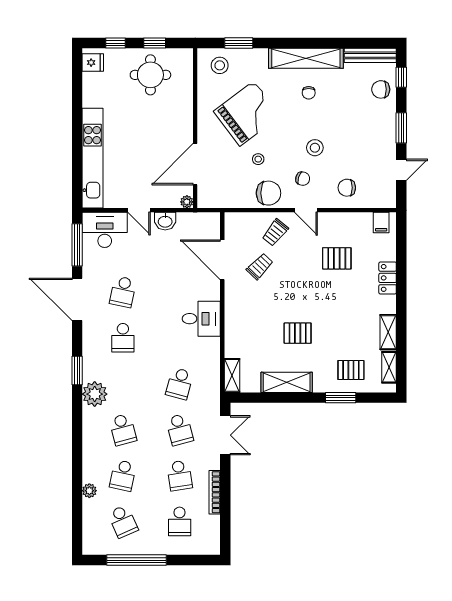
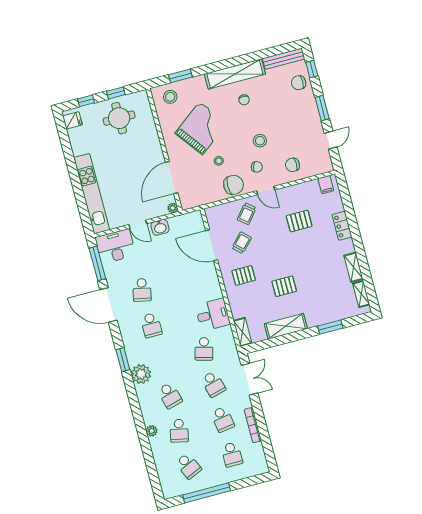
desk: (201, 319) -> (213, 315), moved
pallet: (351, 370) -> (244, 275), moved
plant: (89, 491) -> (152, 431), moved

